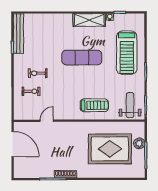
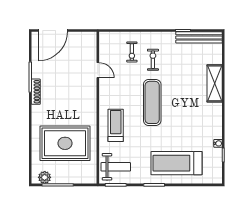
shelving: (89, 20) -> (215, 83), moved
exercise mat: (82, 58) -> (152, 102), moved
treadmill: (94, 105) -> (116, 125), turned 180
plant: (139, 143) -> (45, 177), moved
door: (13, 144) -> (53, 31), moved
rug: (110, 149) -> (65, 143), turned 90

